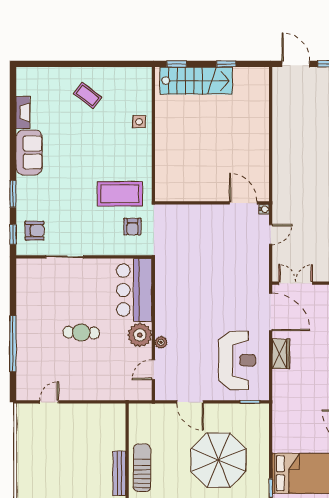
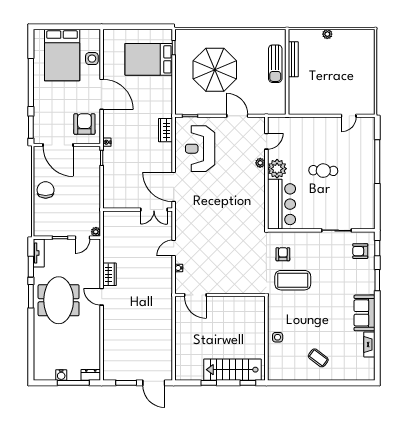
wall: (212, 203) -> (220, 295), moved
door: (243, 203) -> (195, 295), moved
wardrobe: (281, 354) -> (166, 130), moved

